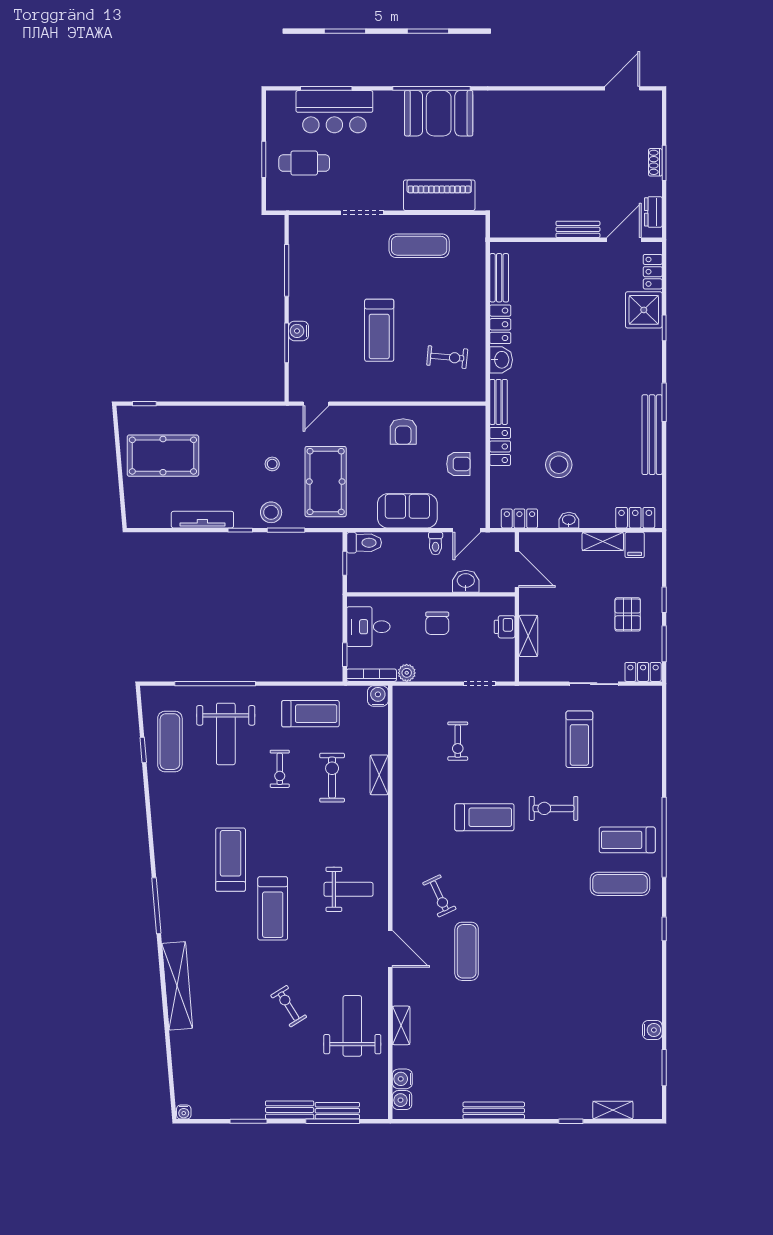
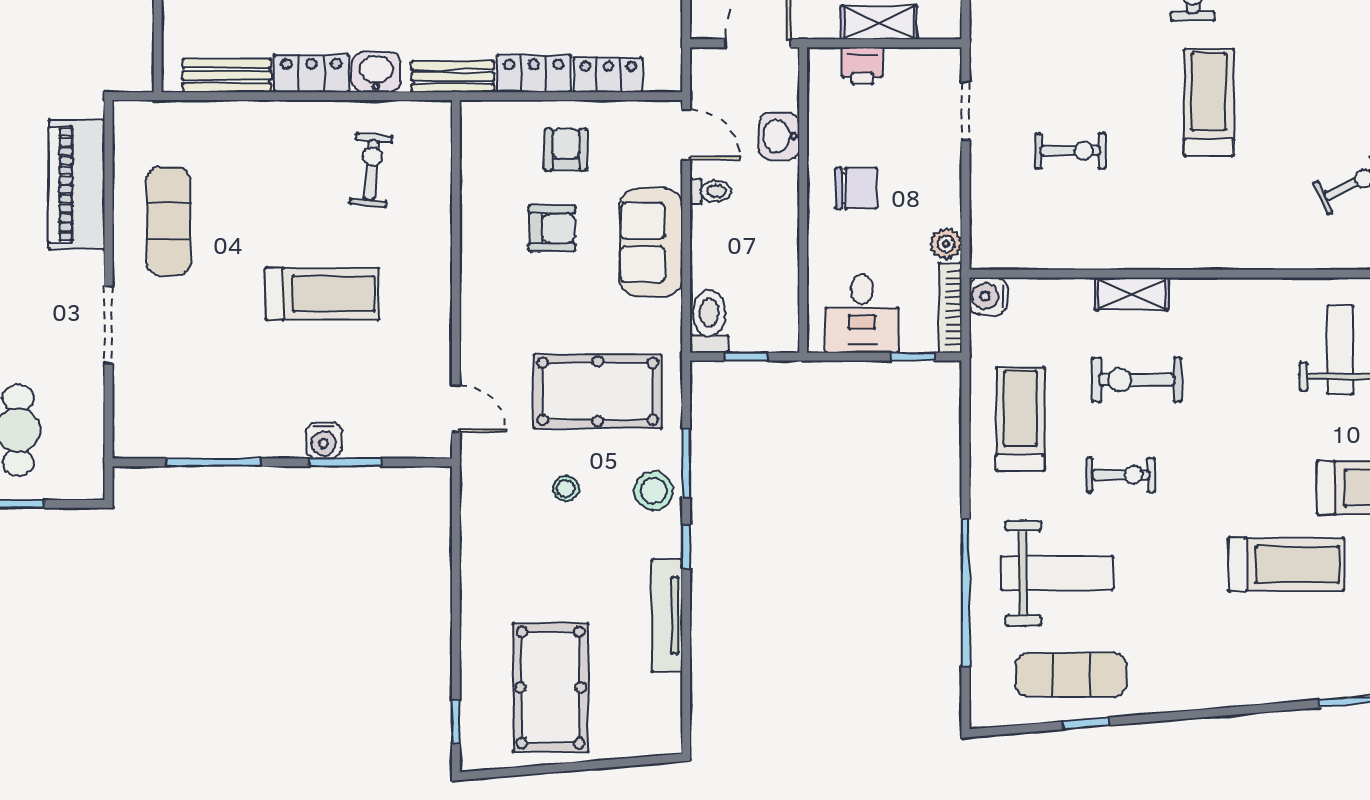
armchair: (403, 432) -> (552, 228), moved
locker: (519, 518) -> (608, 75), moved, turned 90
treadmill: (231, 860) -> (1286, 564), turned 180

